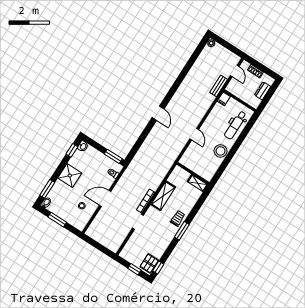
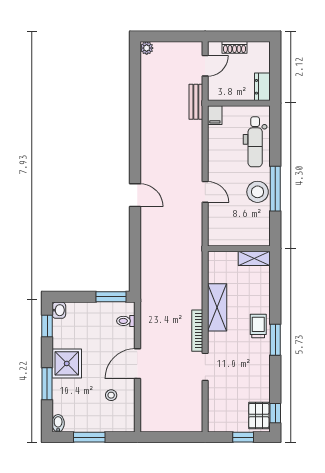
door: (235, 71) -> (205, 66), hinge flipped
dresser: (263, 91) -> (262, 87), moved
window: (230, 155) -> (275, 189), added
window: (47, 189) -> (47, 384), moved

